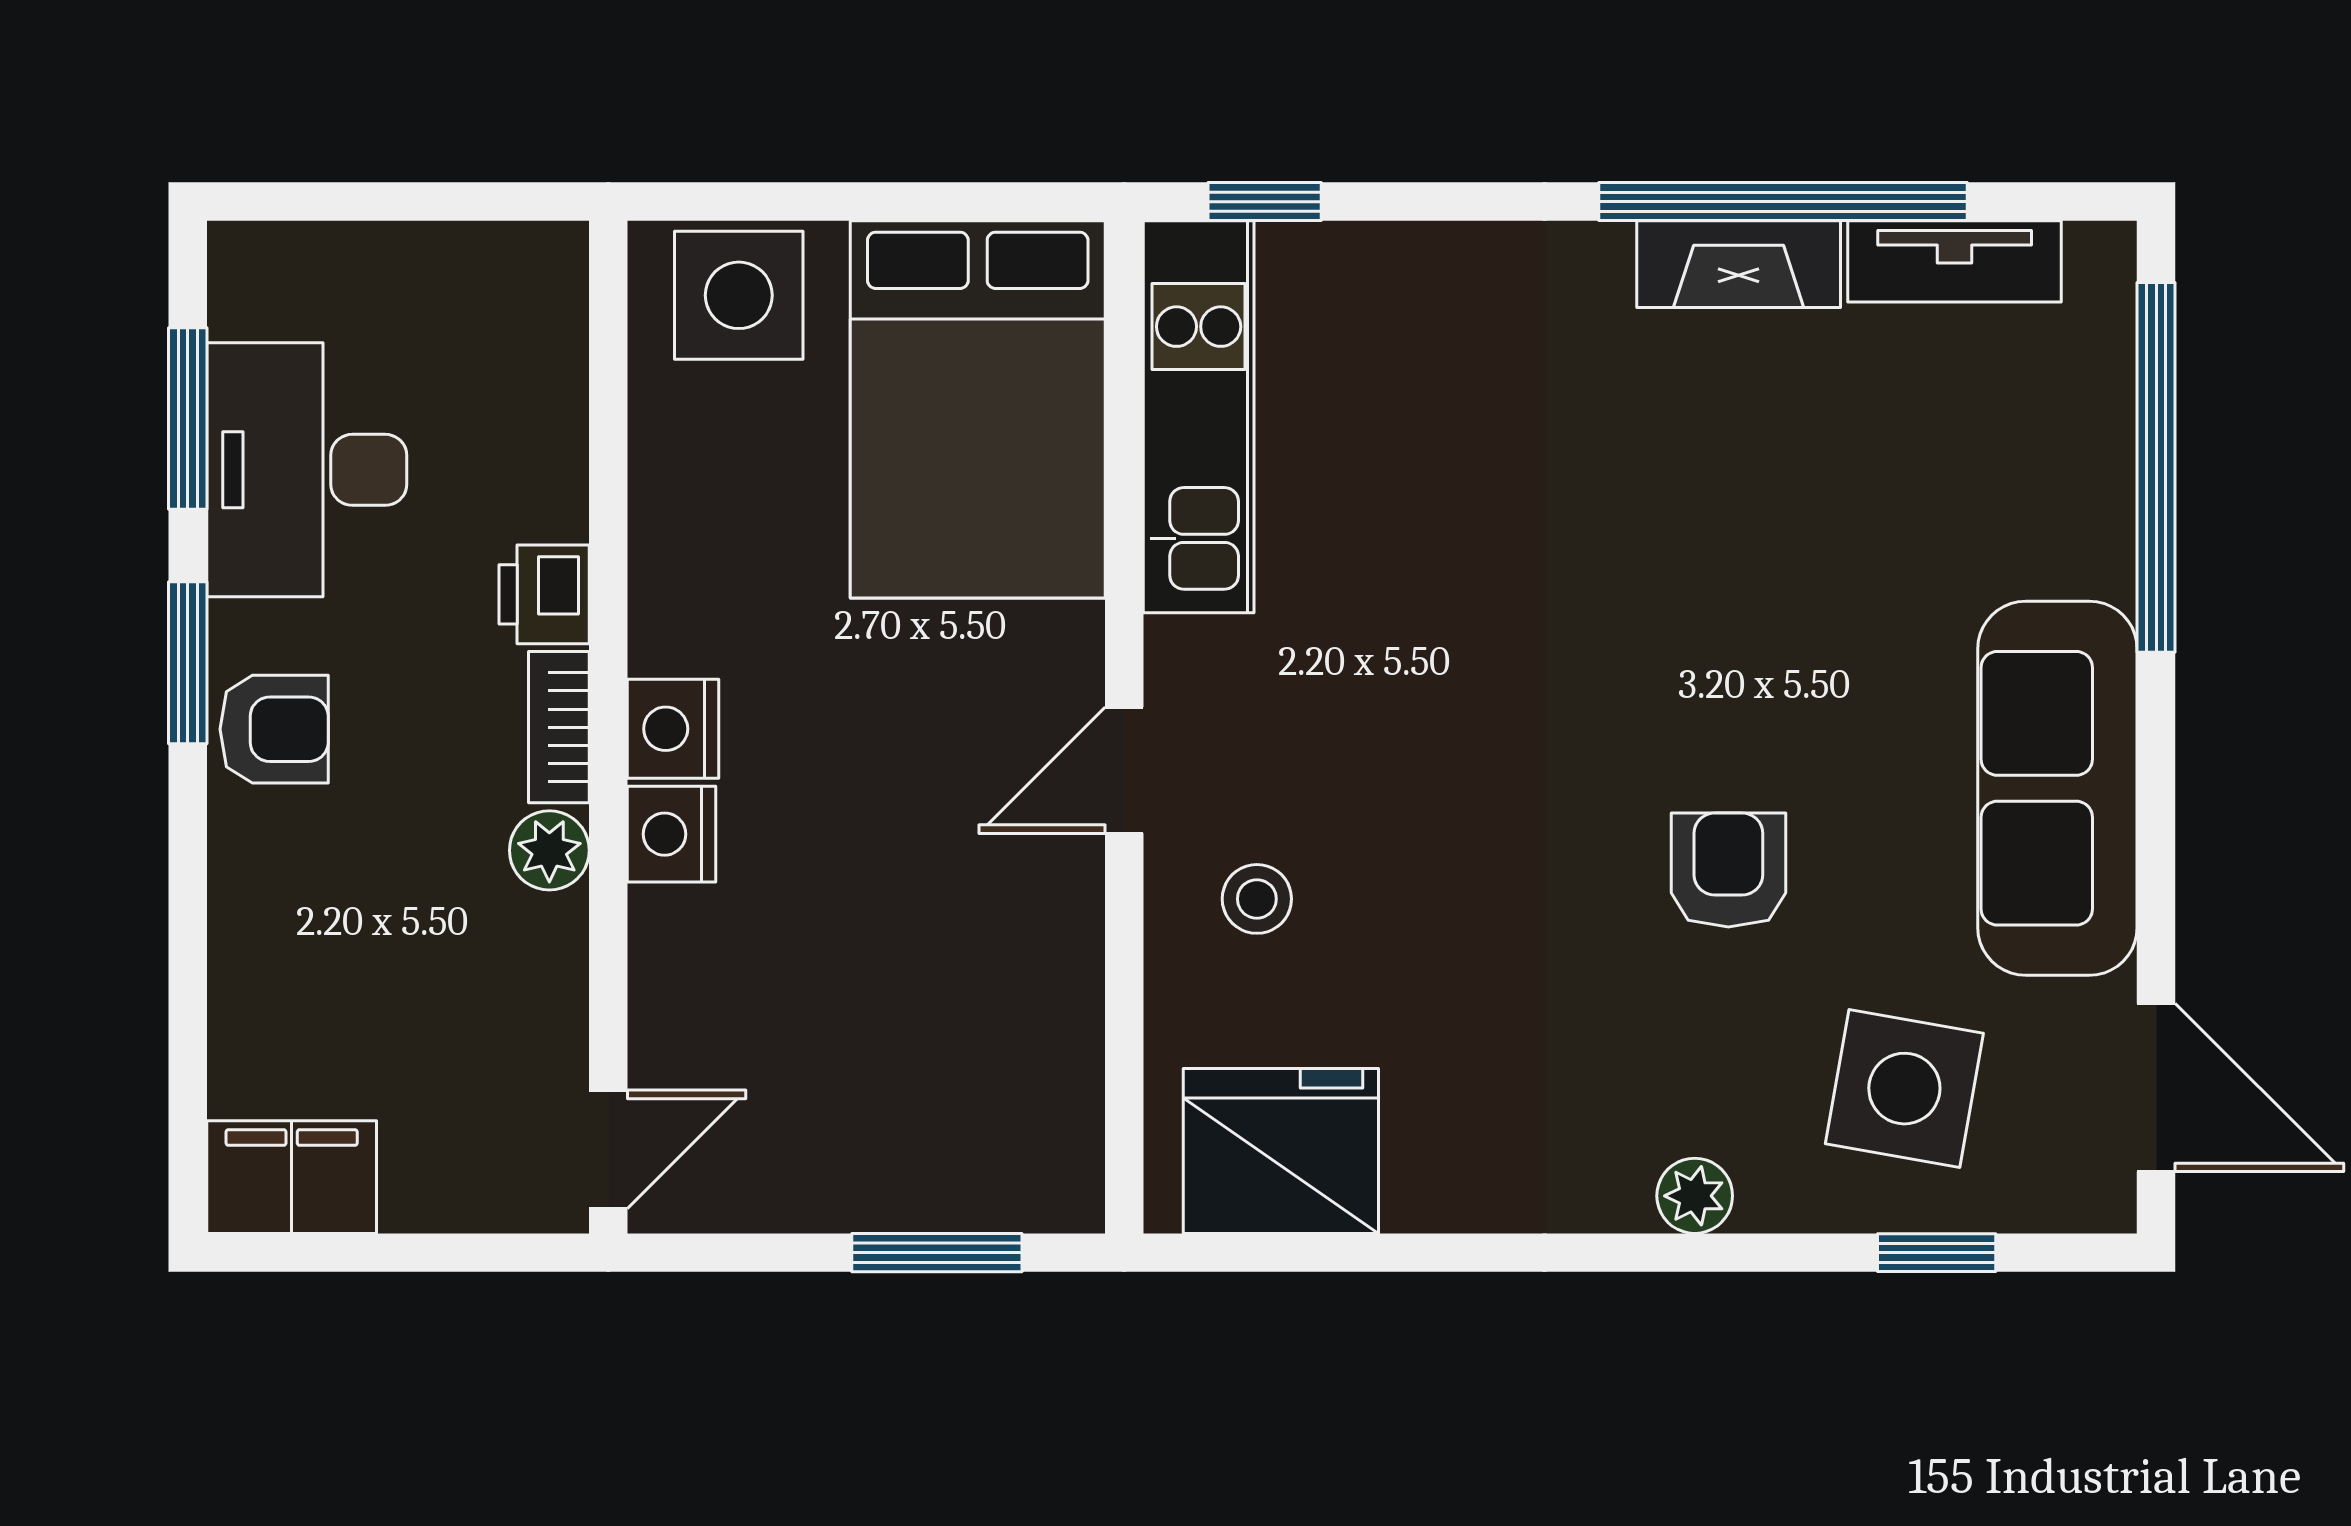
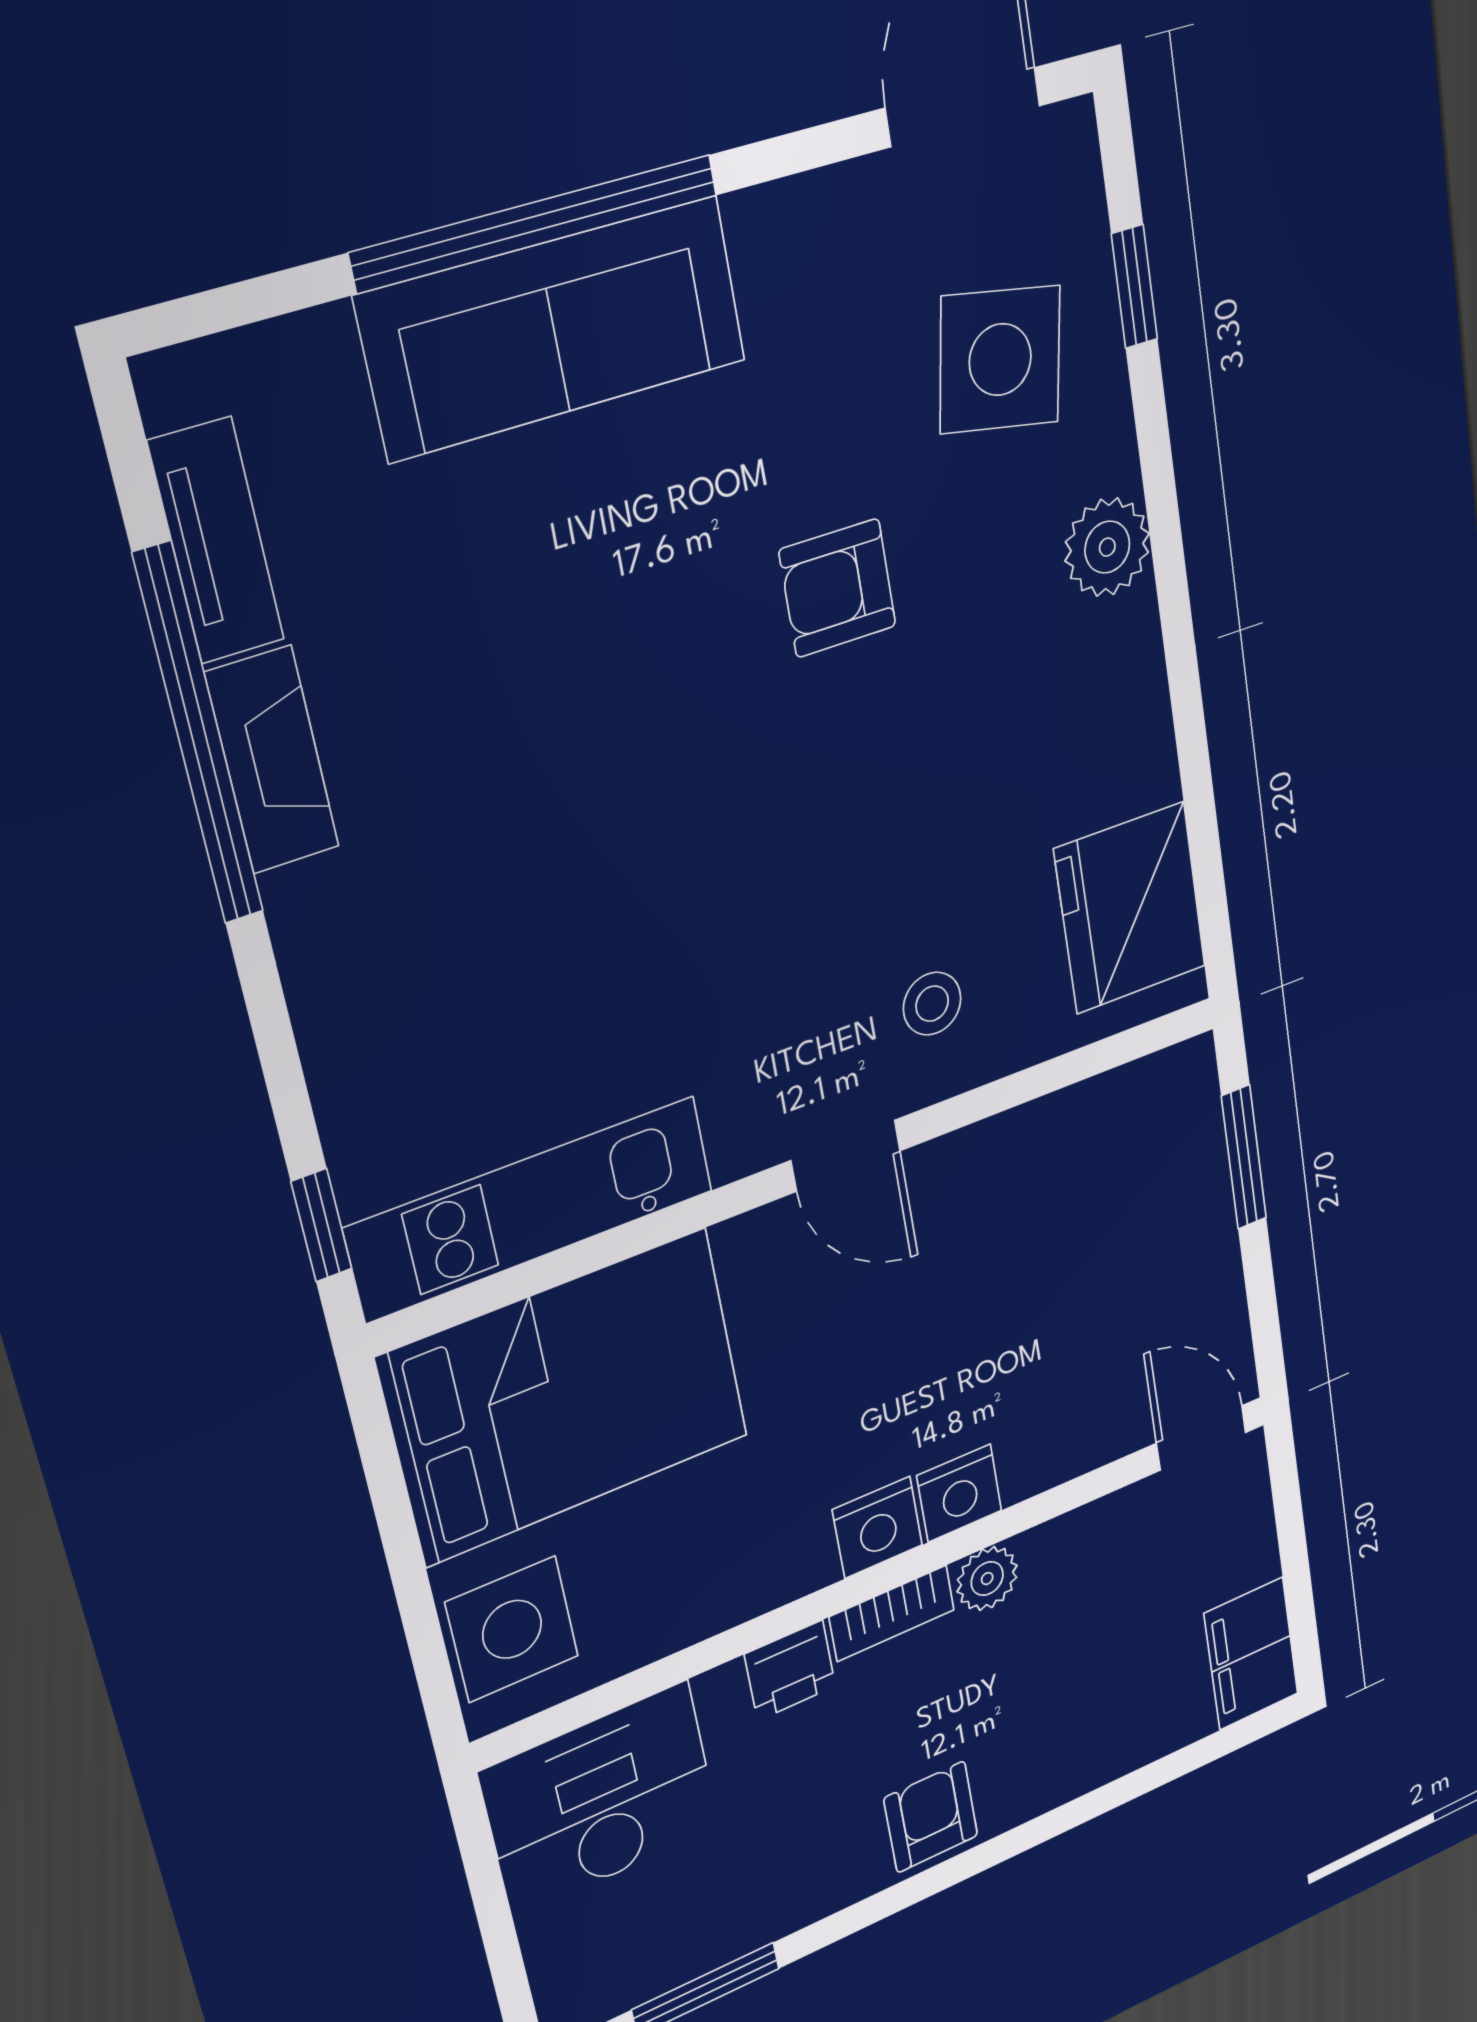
window: (2156, 467) -> (536, 223), moved
desk: (307, 470) -> (600, 1800), moved, turned 180
window: (188, 663) -> (892, 1900), removed
sofa: (2057, 788) -> (554, 328), moved
plant: (1695, 1196) -> (1107, 547), width x1.38, depth x1.38

